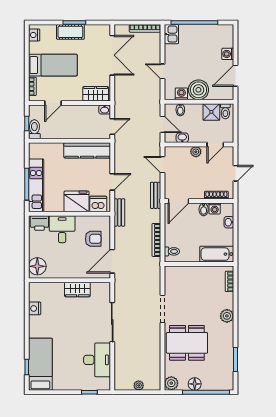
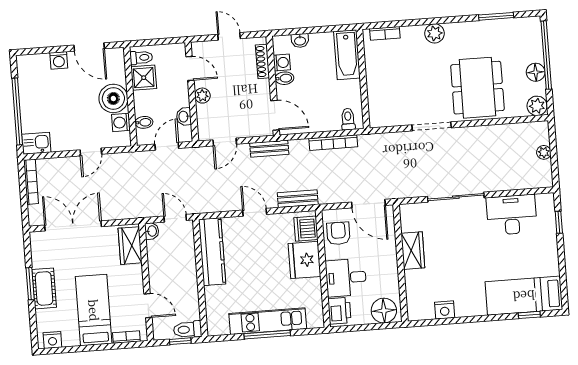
fridge: (77, 201) -> (304, 260), moved
dishwasher: (98, 204) -> (306, 229), moved
wall: (69, 214) -> (323, 269), moved
printer: (39, 223) -> (339, 311), moved
desk: (62, 229) -> (346, 278), moved

